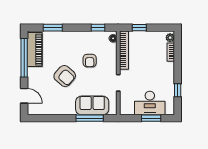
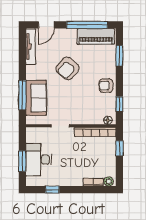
armchair: (90, 61) -> (106, 86), moved
tv unit: (44, 110) -> (31, 47), added

